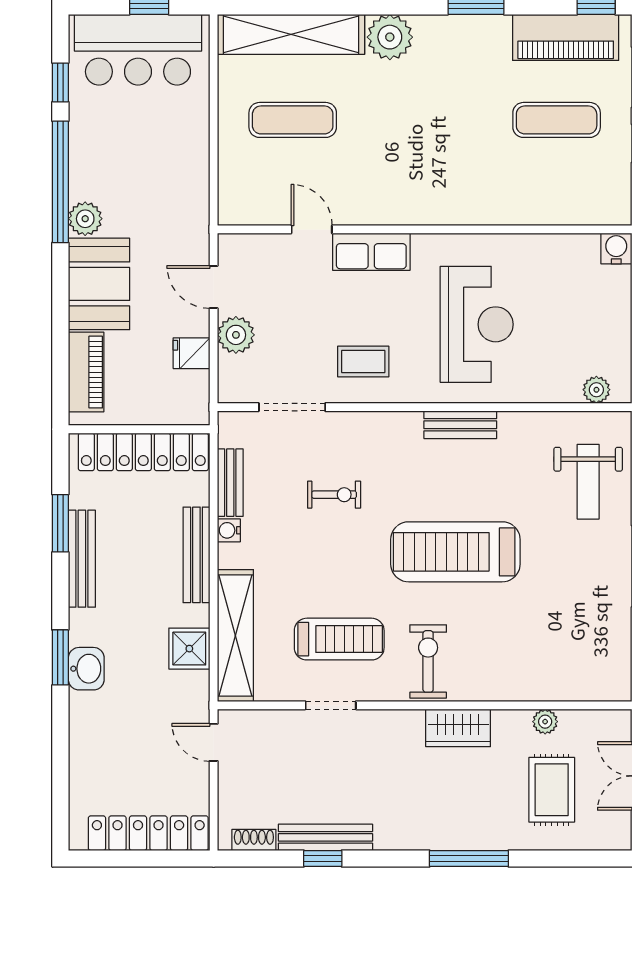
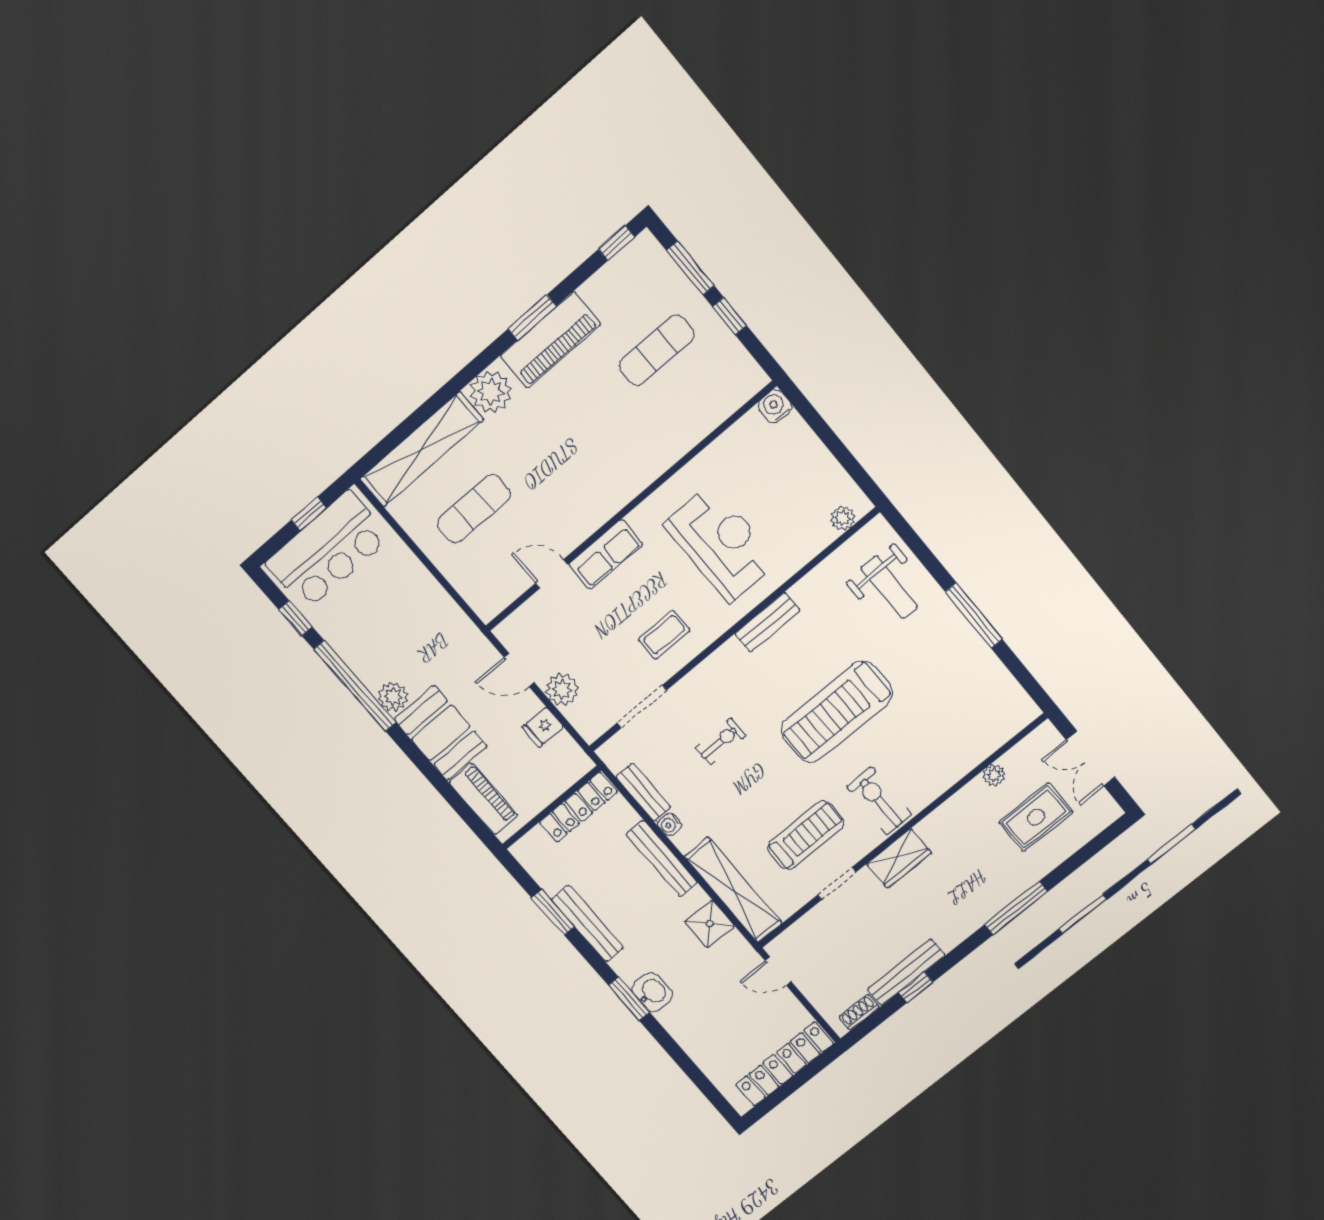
piano: (566, 37) -> (550, 340), moved
locker: (143, 452) -> (579, 807), width x0.71, depth x0.83
wardrobe: (458, 728) -> (899, 858), moved
rug: (552, 790) -> (1036, 817), turned 90

